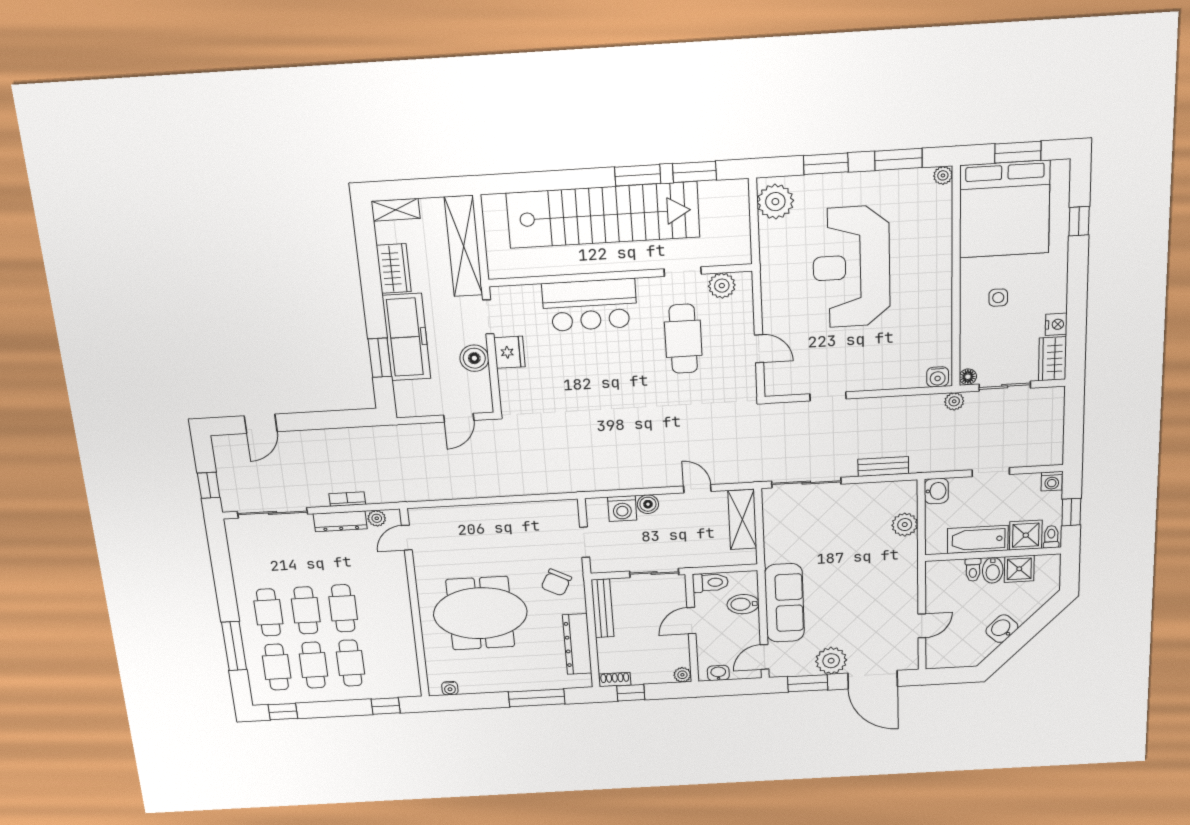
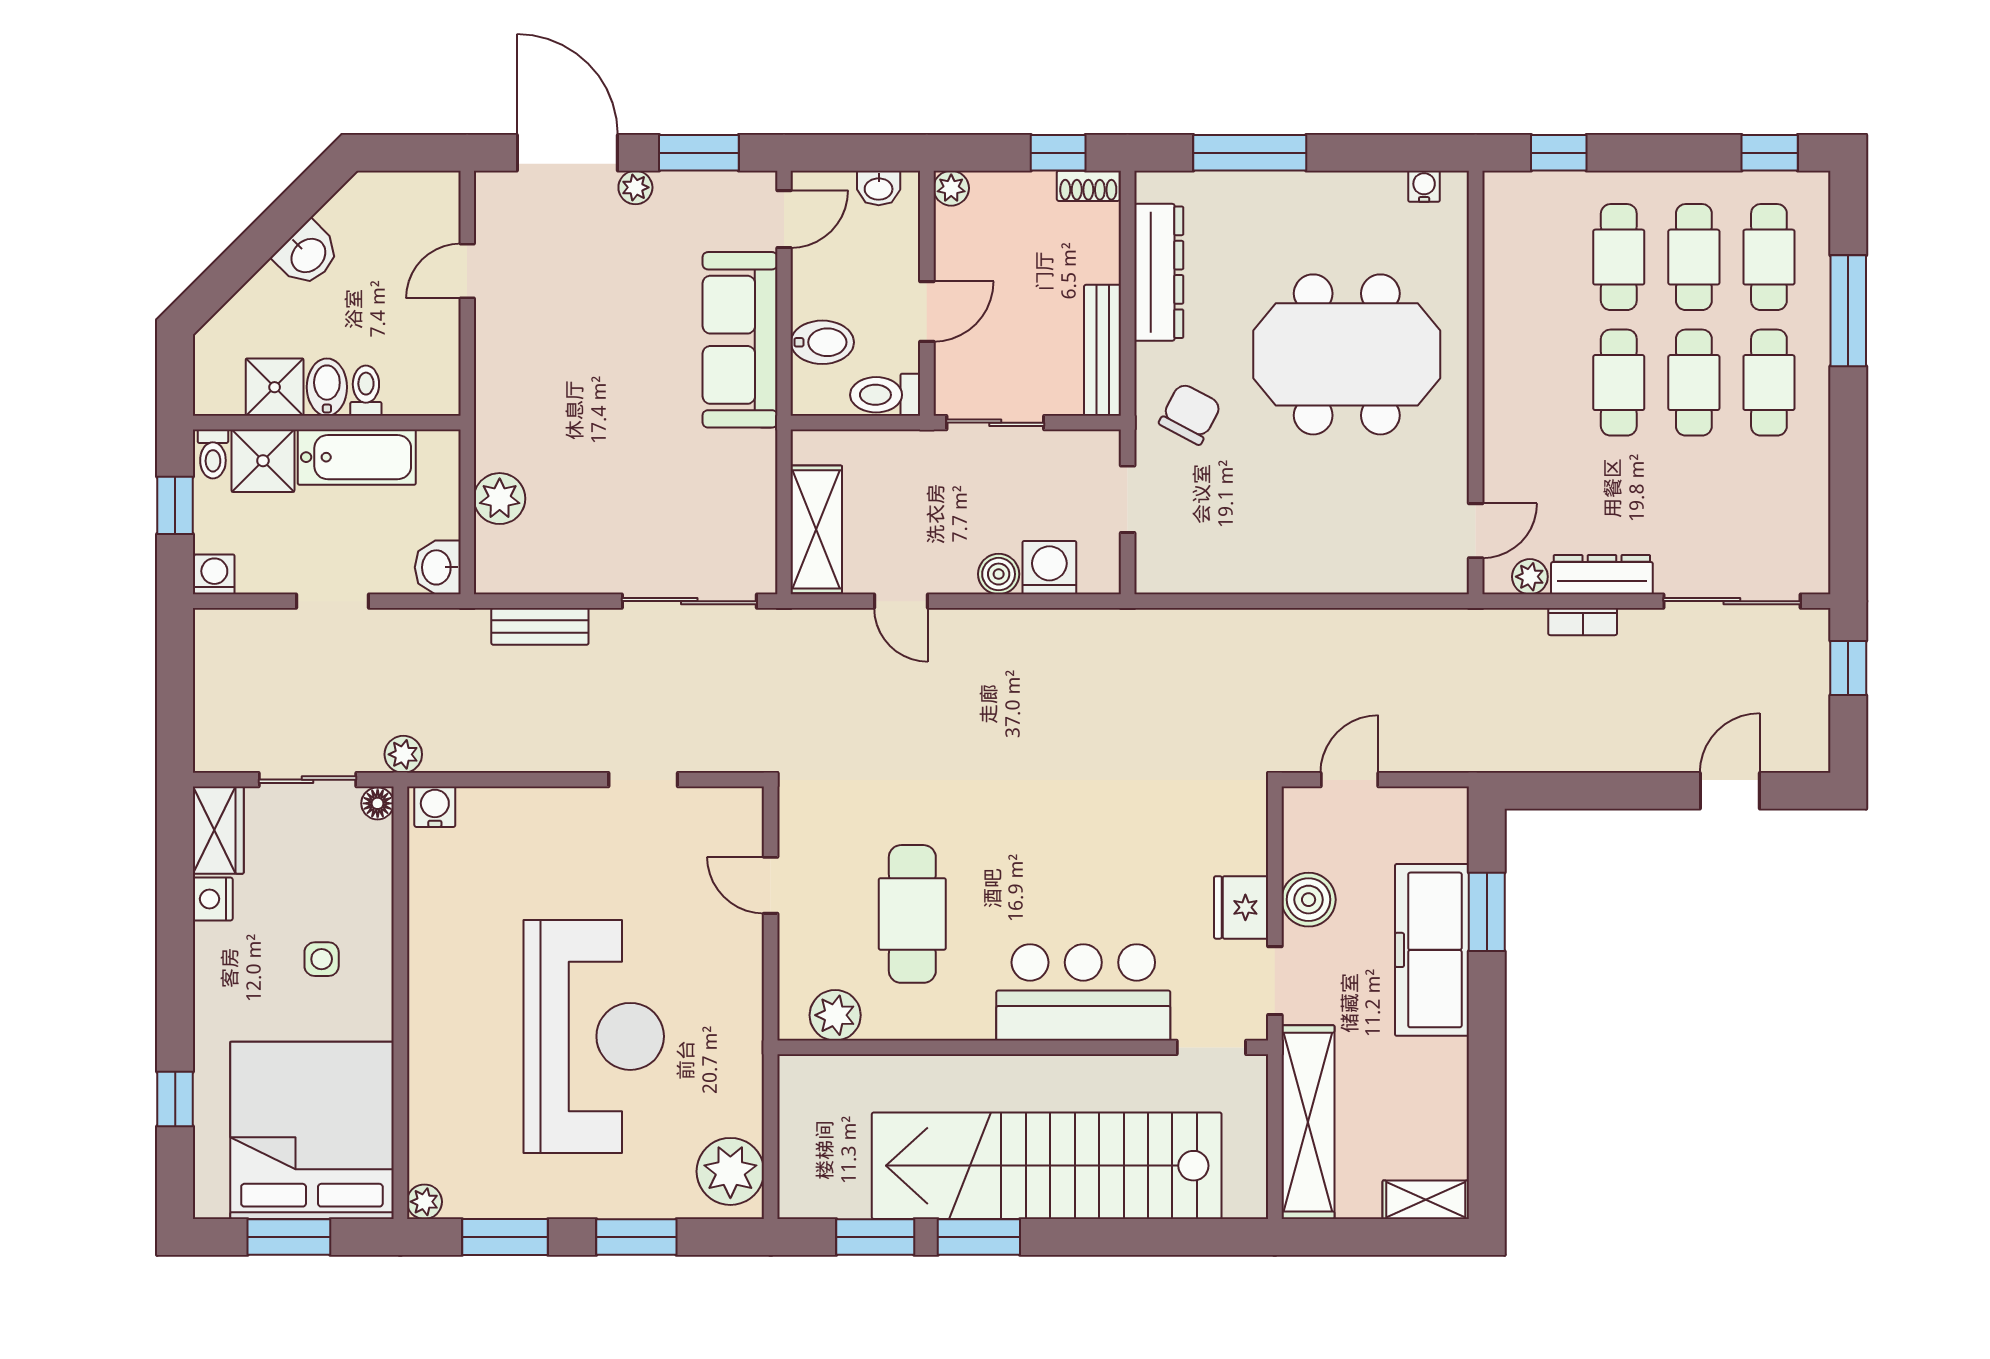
wardrobe: (394, 269) -> (1441, 1087), removed
doorway: (683, 272) -> (1211, 1047), moved
plant: (831, 661) -> (635, 187), width x0.53, depth x0.53

